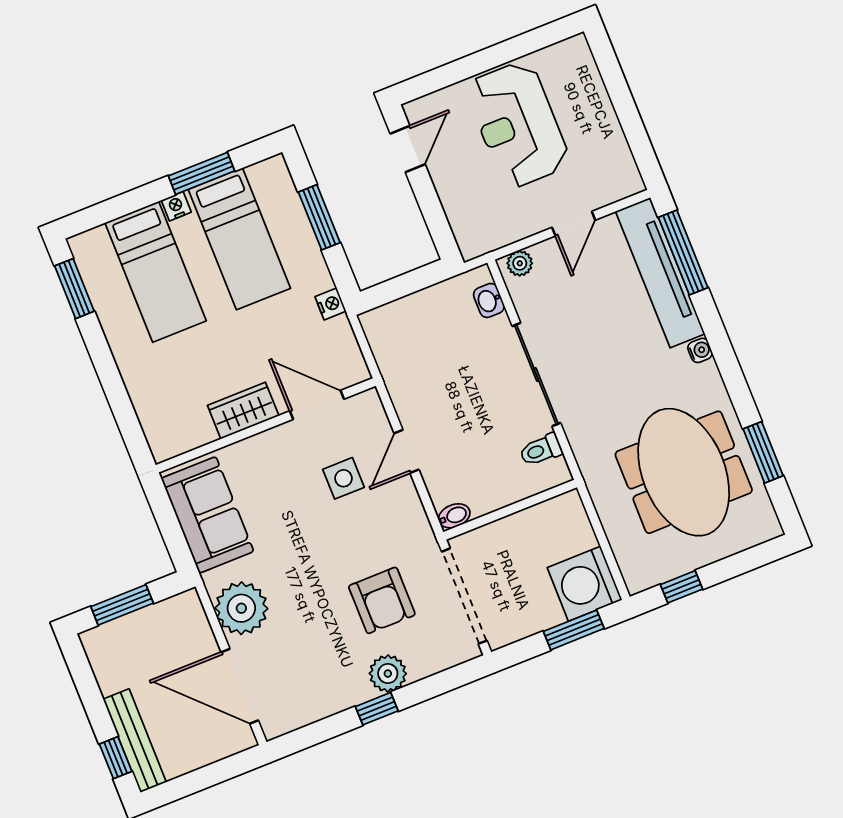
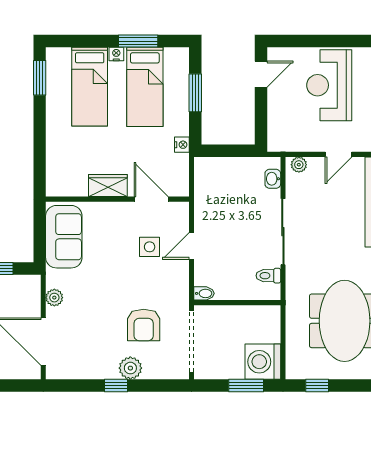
plant: (241, 608) -> (54, 298), width x0.53, depth x0.53

